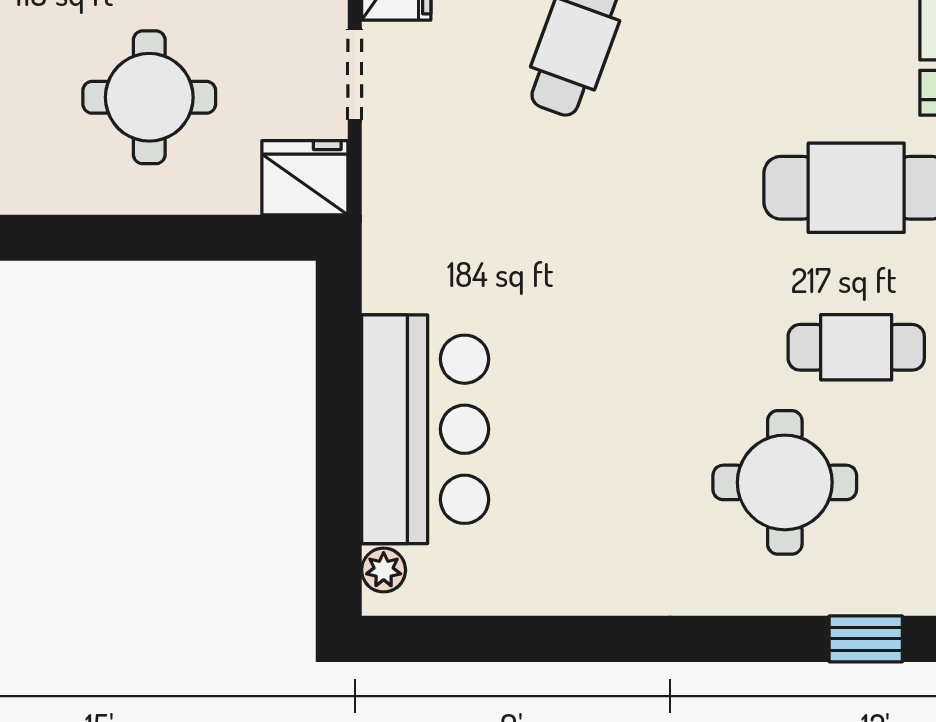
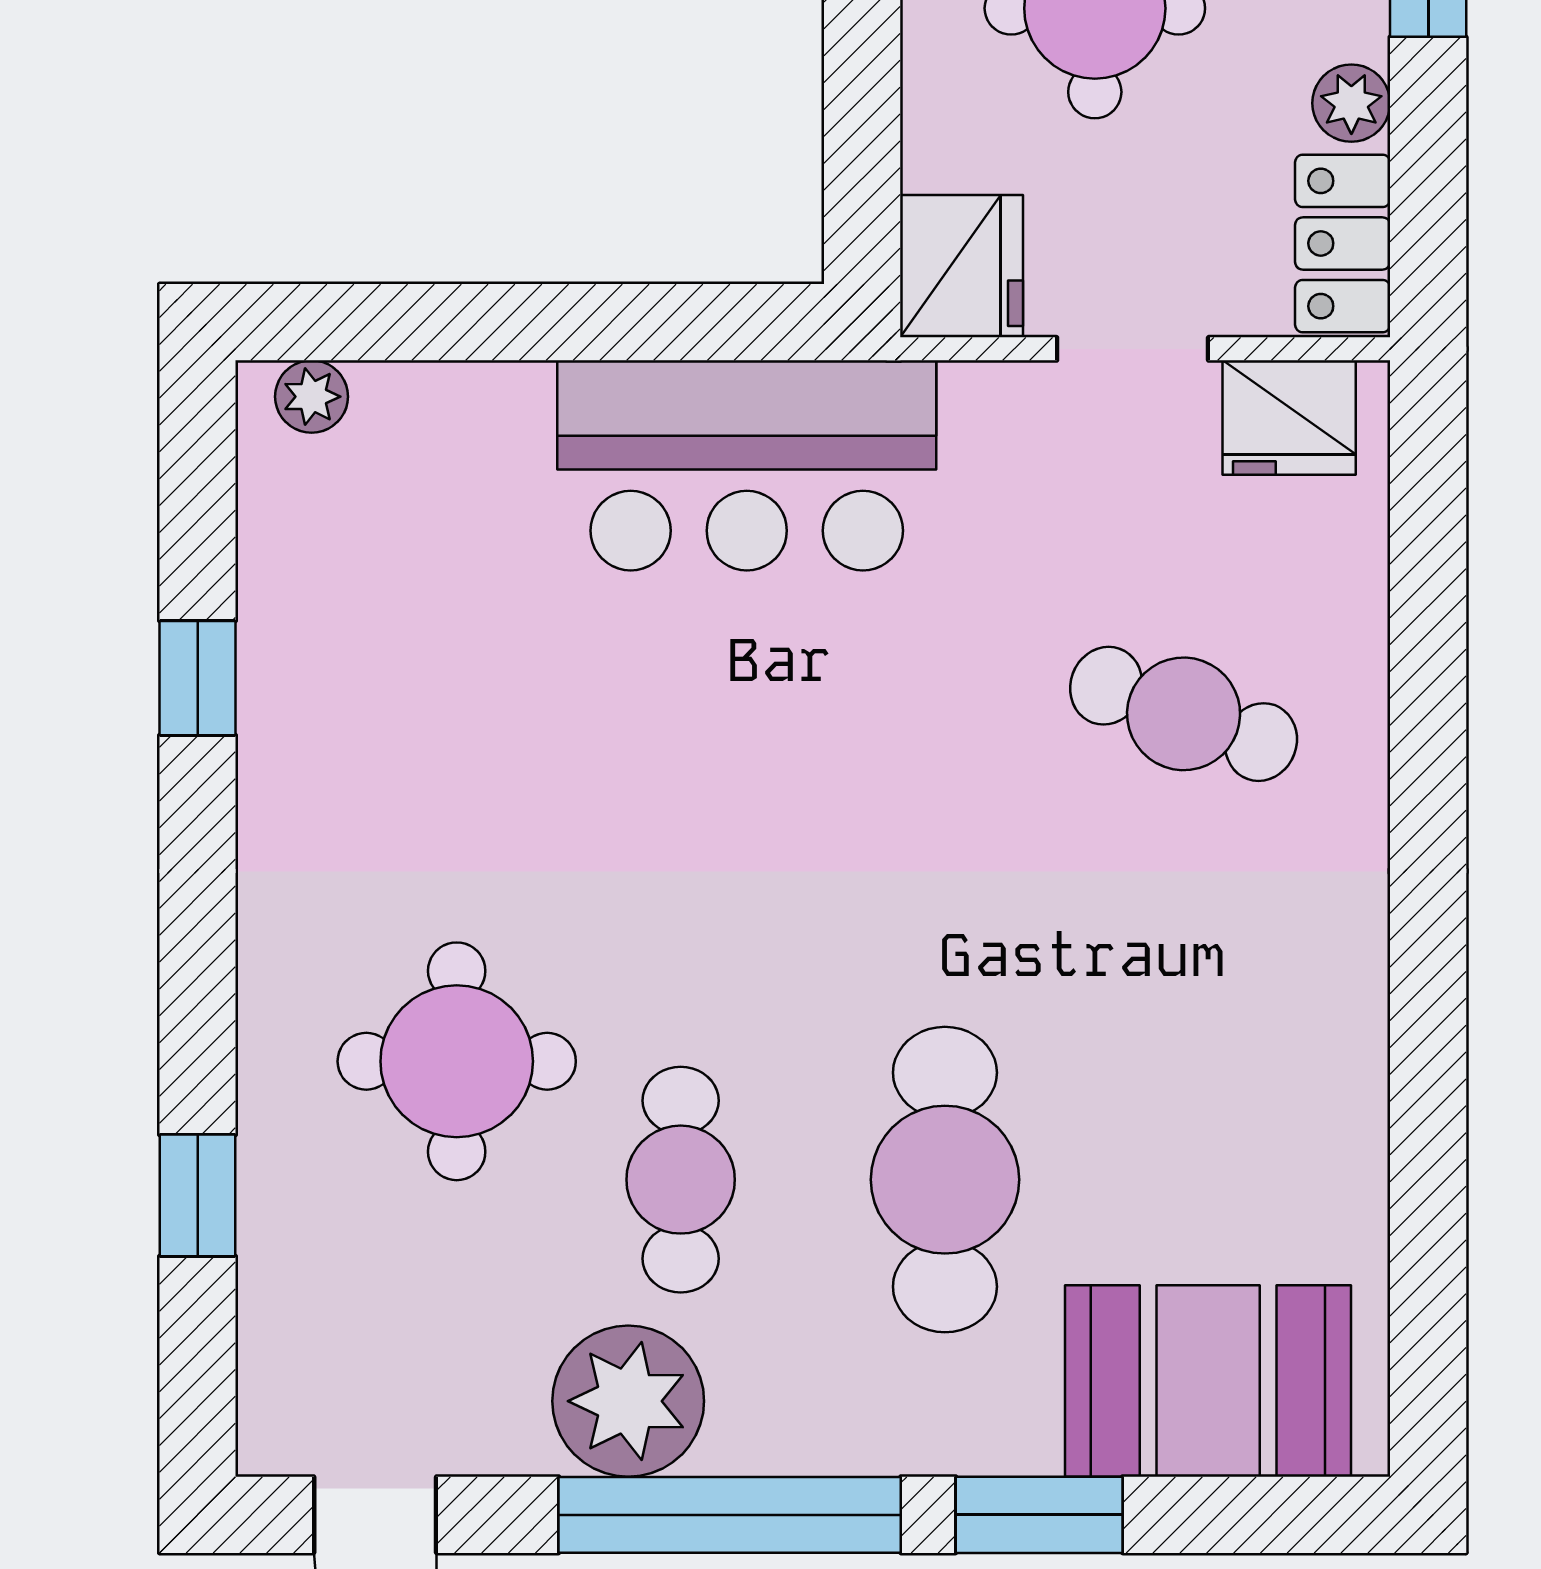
bar counter: (425, 429) -> (747, 465), moved
window: (553, 639) -> (198, 678), added

